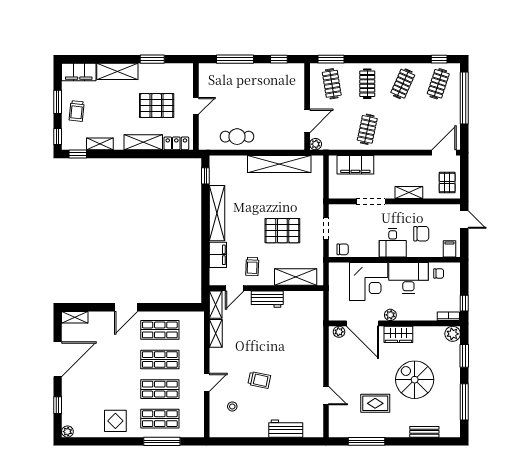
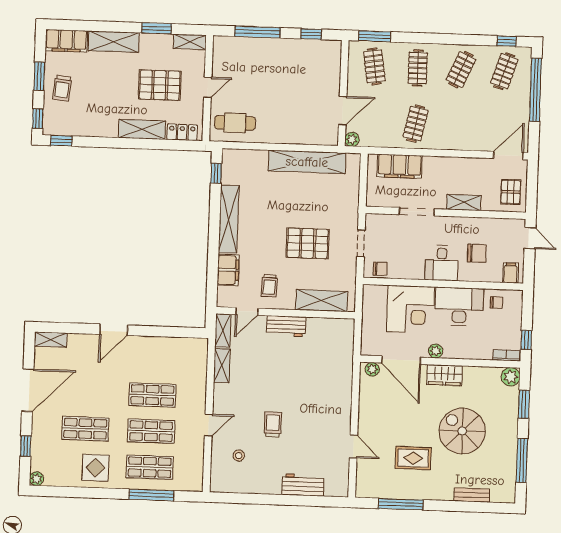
cafe table: (237, 137) -> (235, 123), moved
shelving: (100, 144) -> (190, 42), moved
shop shelf: (160, 330) -> (85, 429), moved
trolley: (259, 380) -> (273, 424), turned -102

